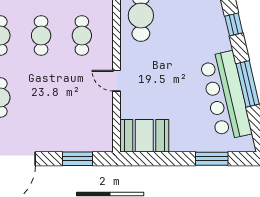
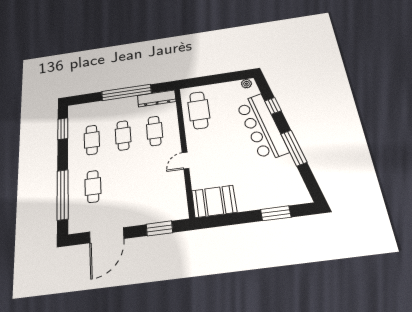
door: (117, 81) -> (186, 161), hinge flipped
bar counter: (226, 96) -> (262, 127), moved

